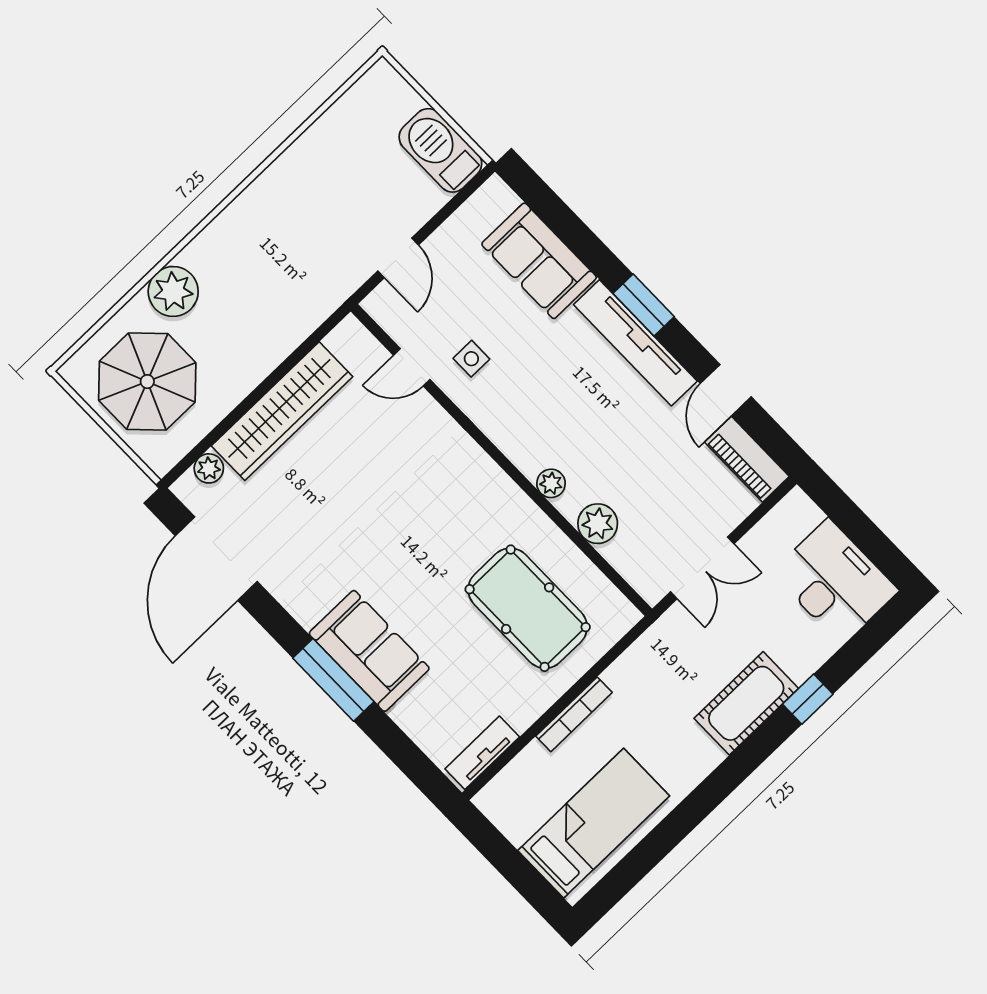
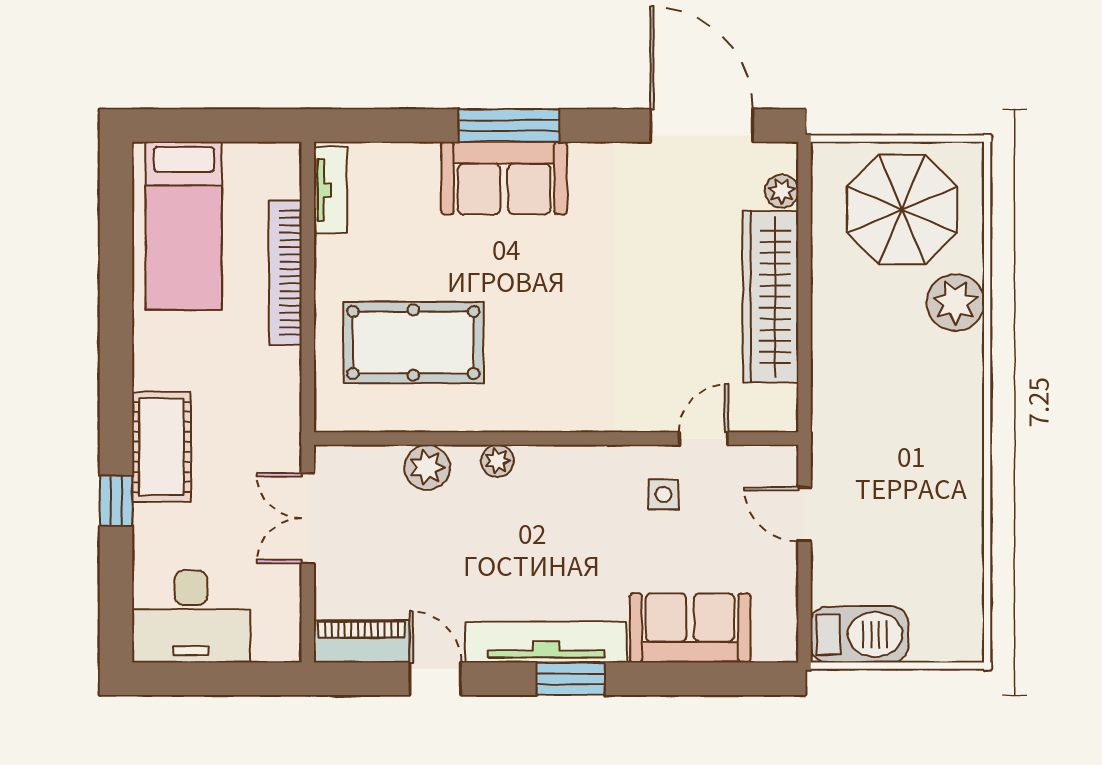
bookcase: (574, 714) -> (285, 273), width x1.48, depth x1.31

